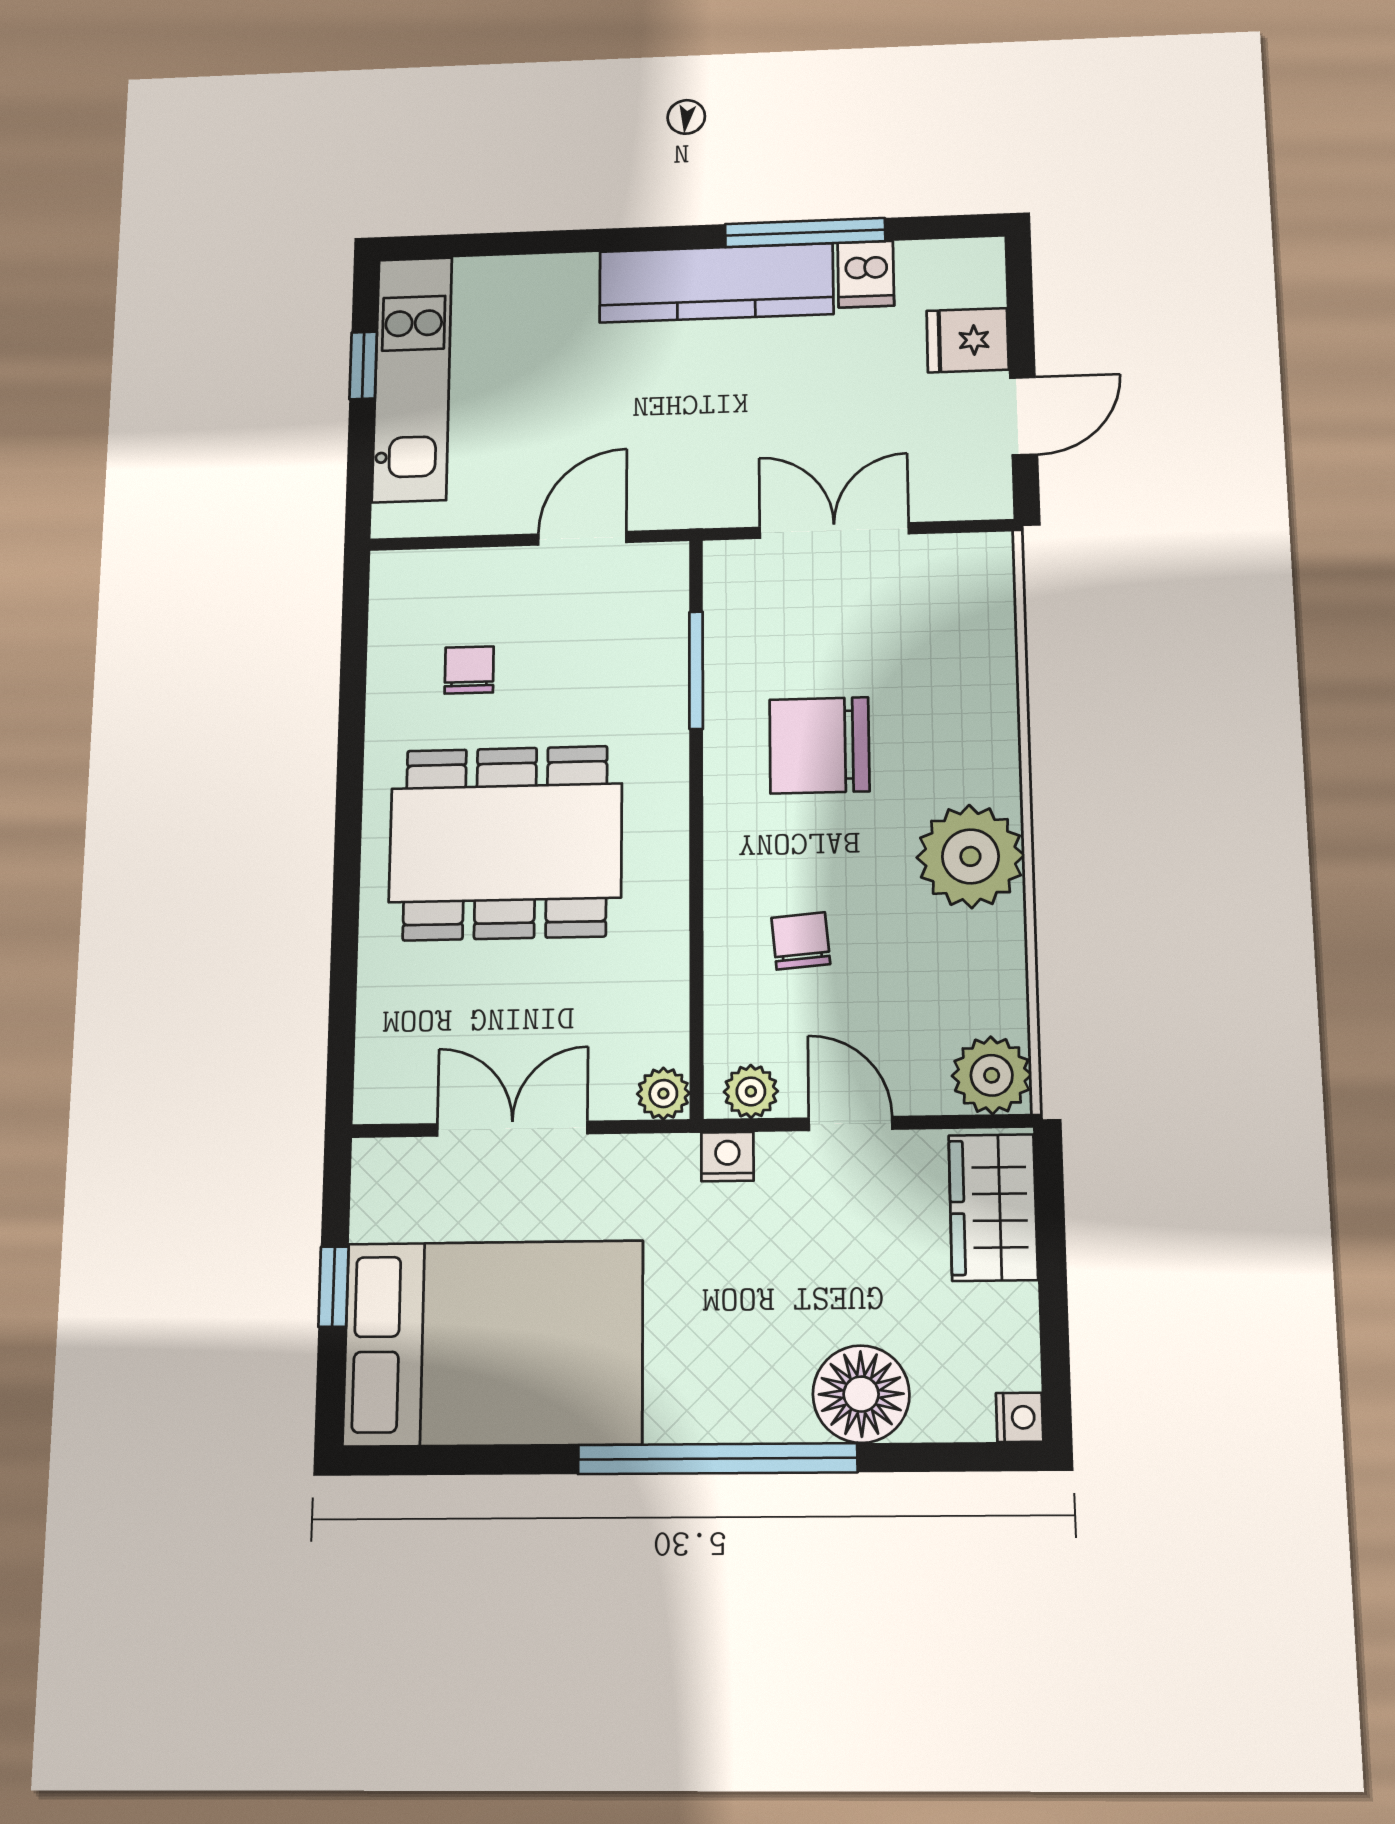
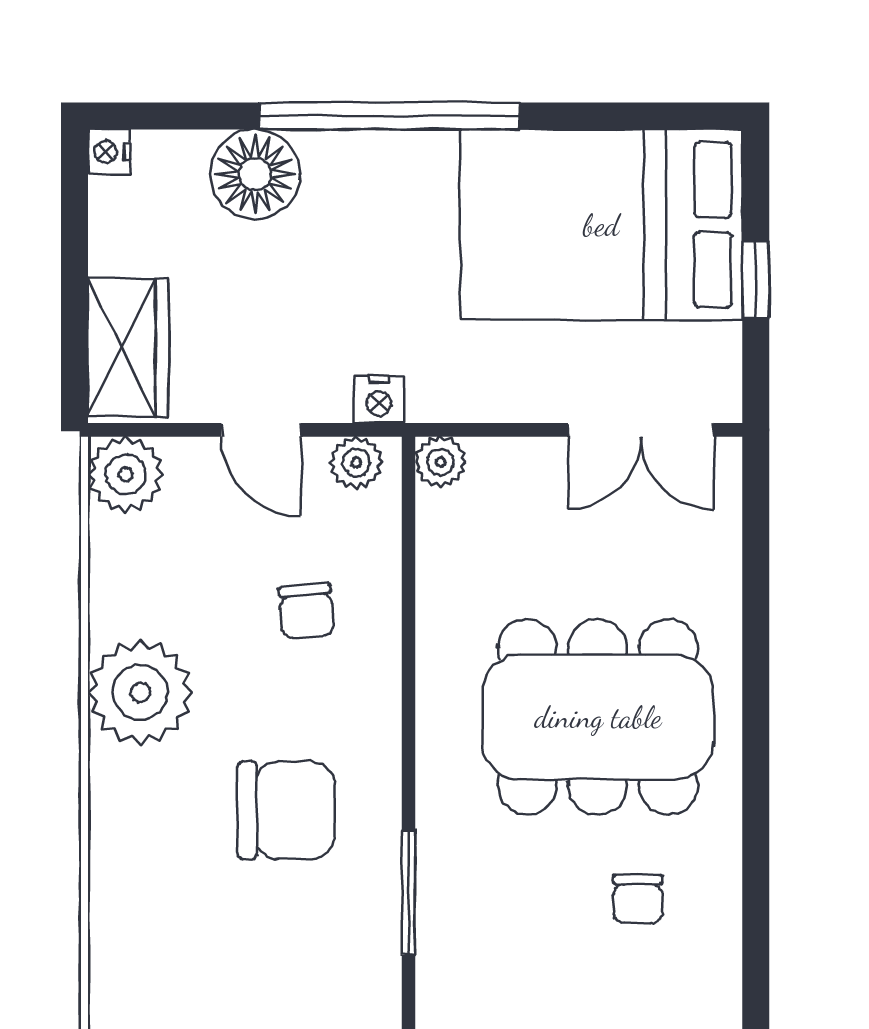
double door: (512, 1129) -> (641, 430), moved

